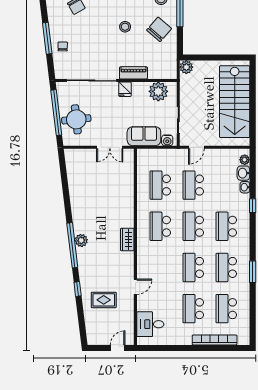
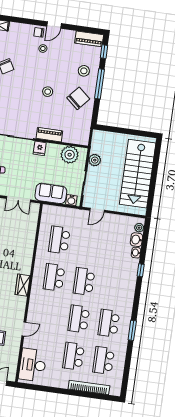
plant: (186, 67) -> (95, 160), moved
school desk: (193, 185) -> (89, 244), removed
school desk: (226, 226) -> (114, 286), removed
desk: (150, 324) -> (33, 365), width x1.37

